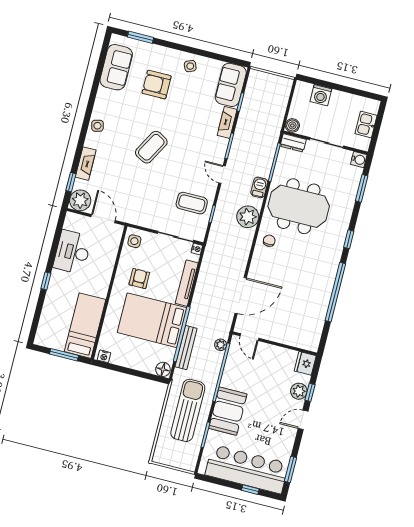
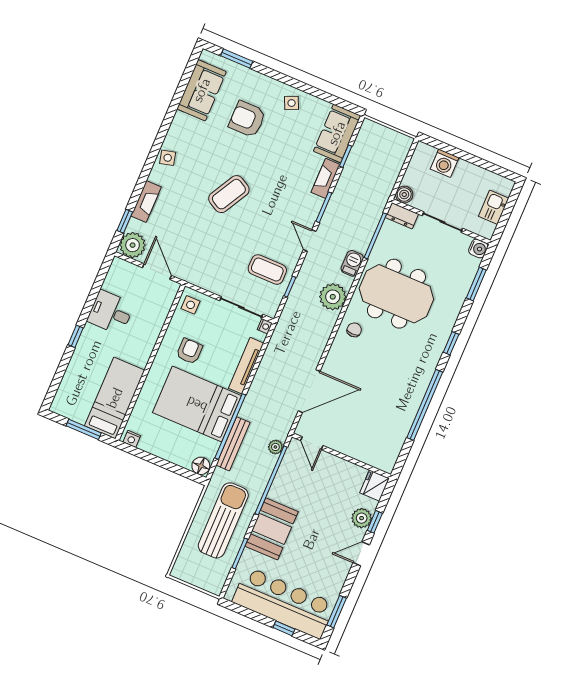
desk: (72, 252) -> (111, 312), width x0.73

